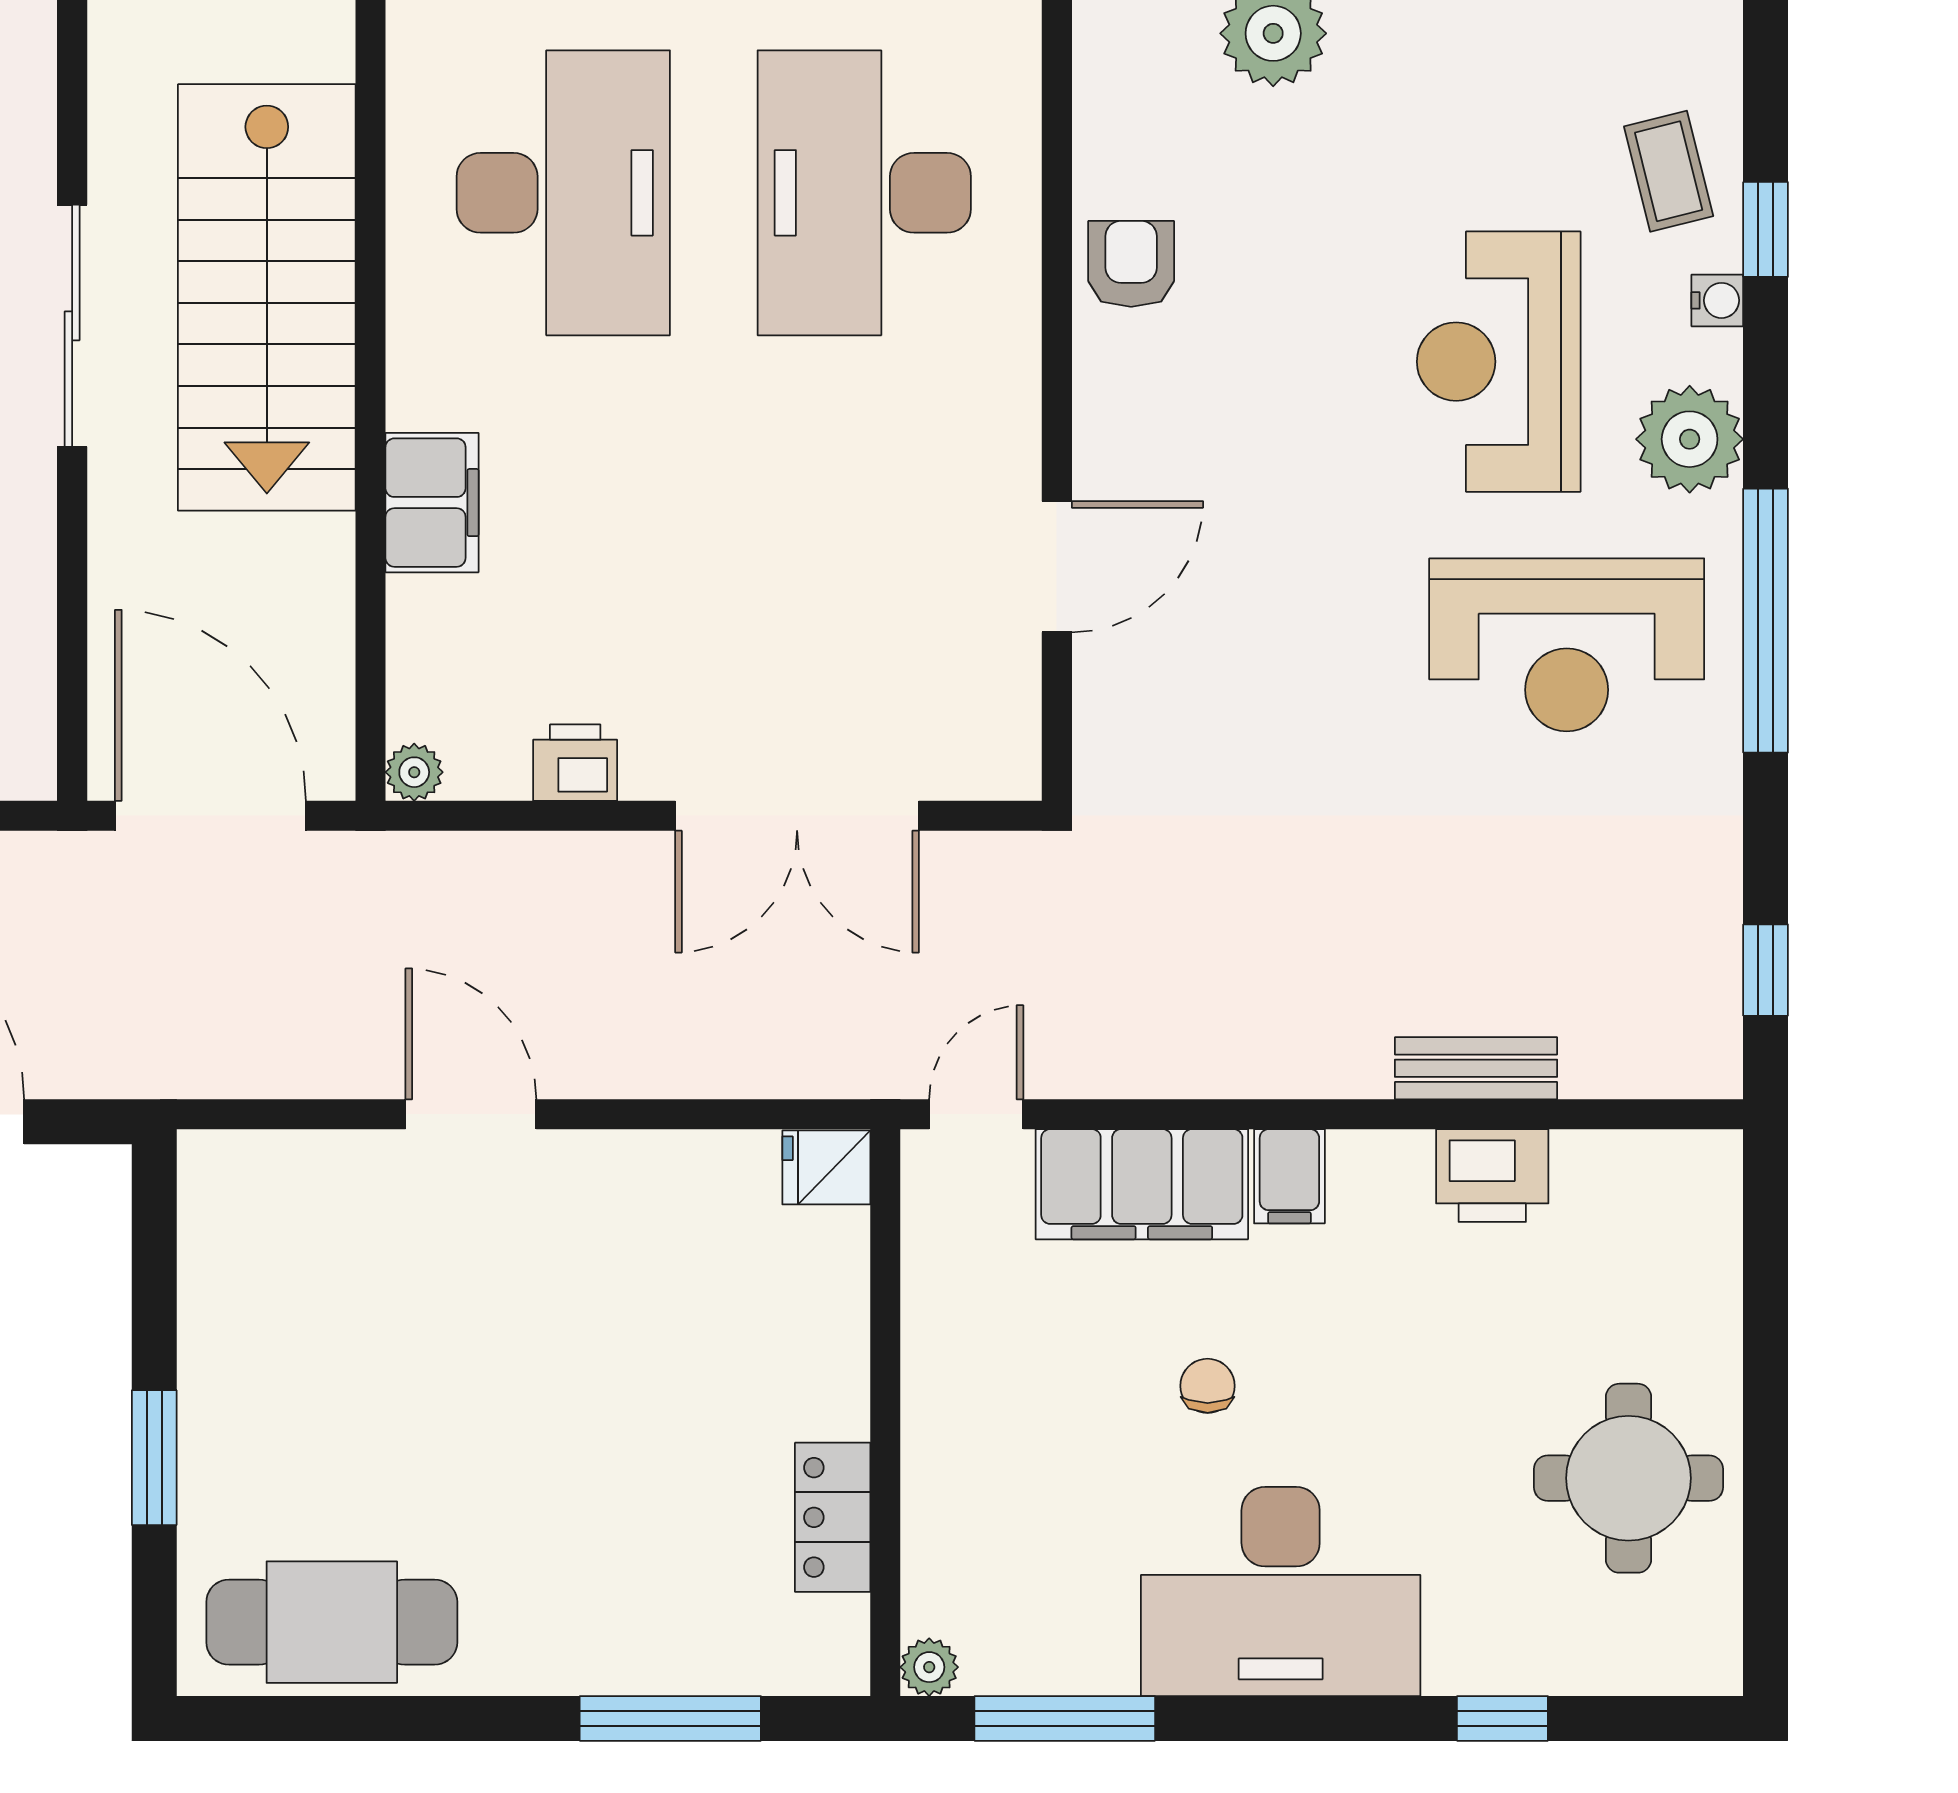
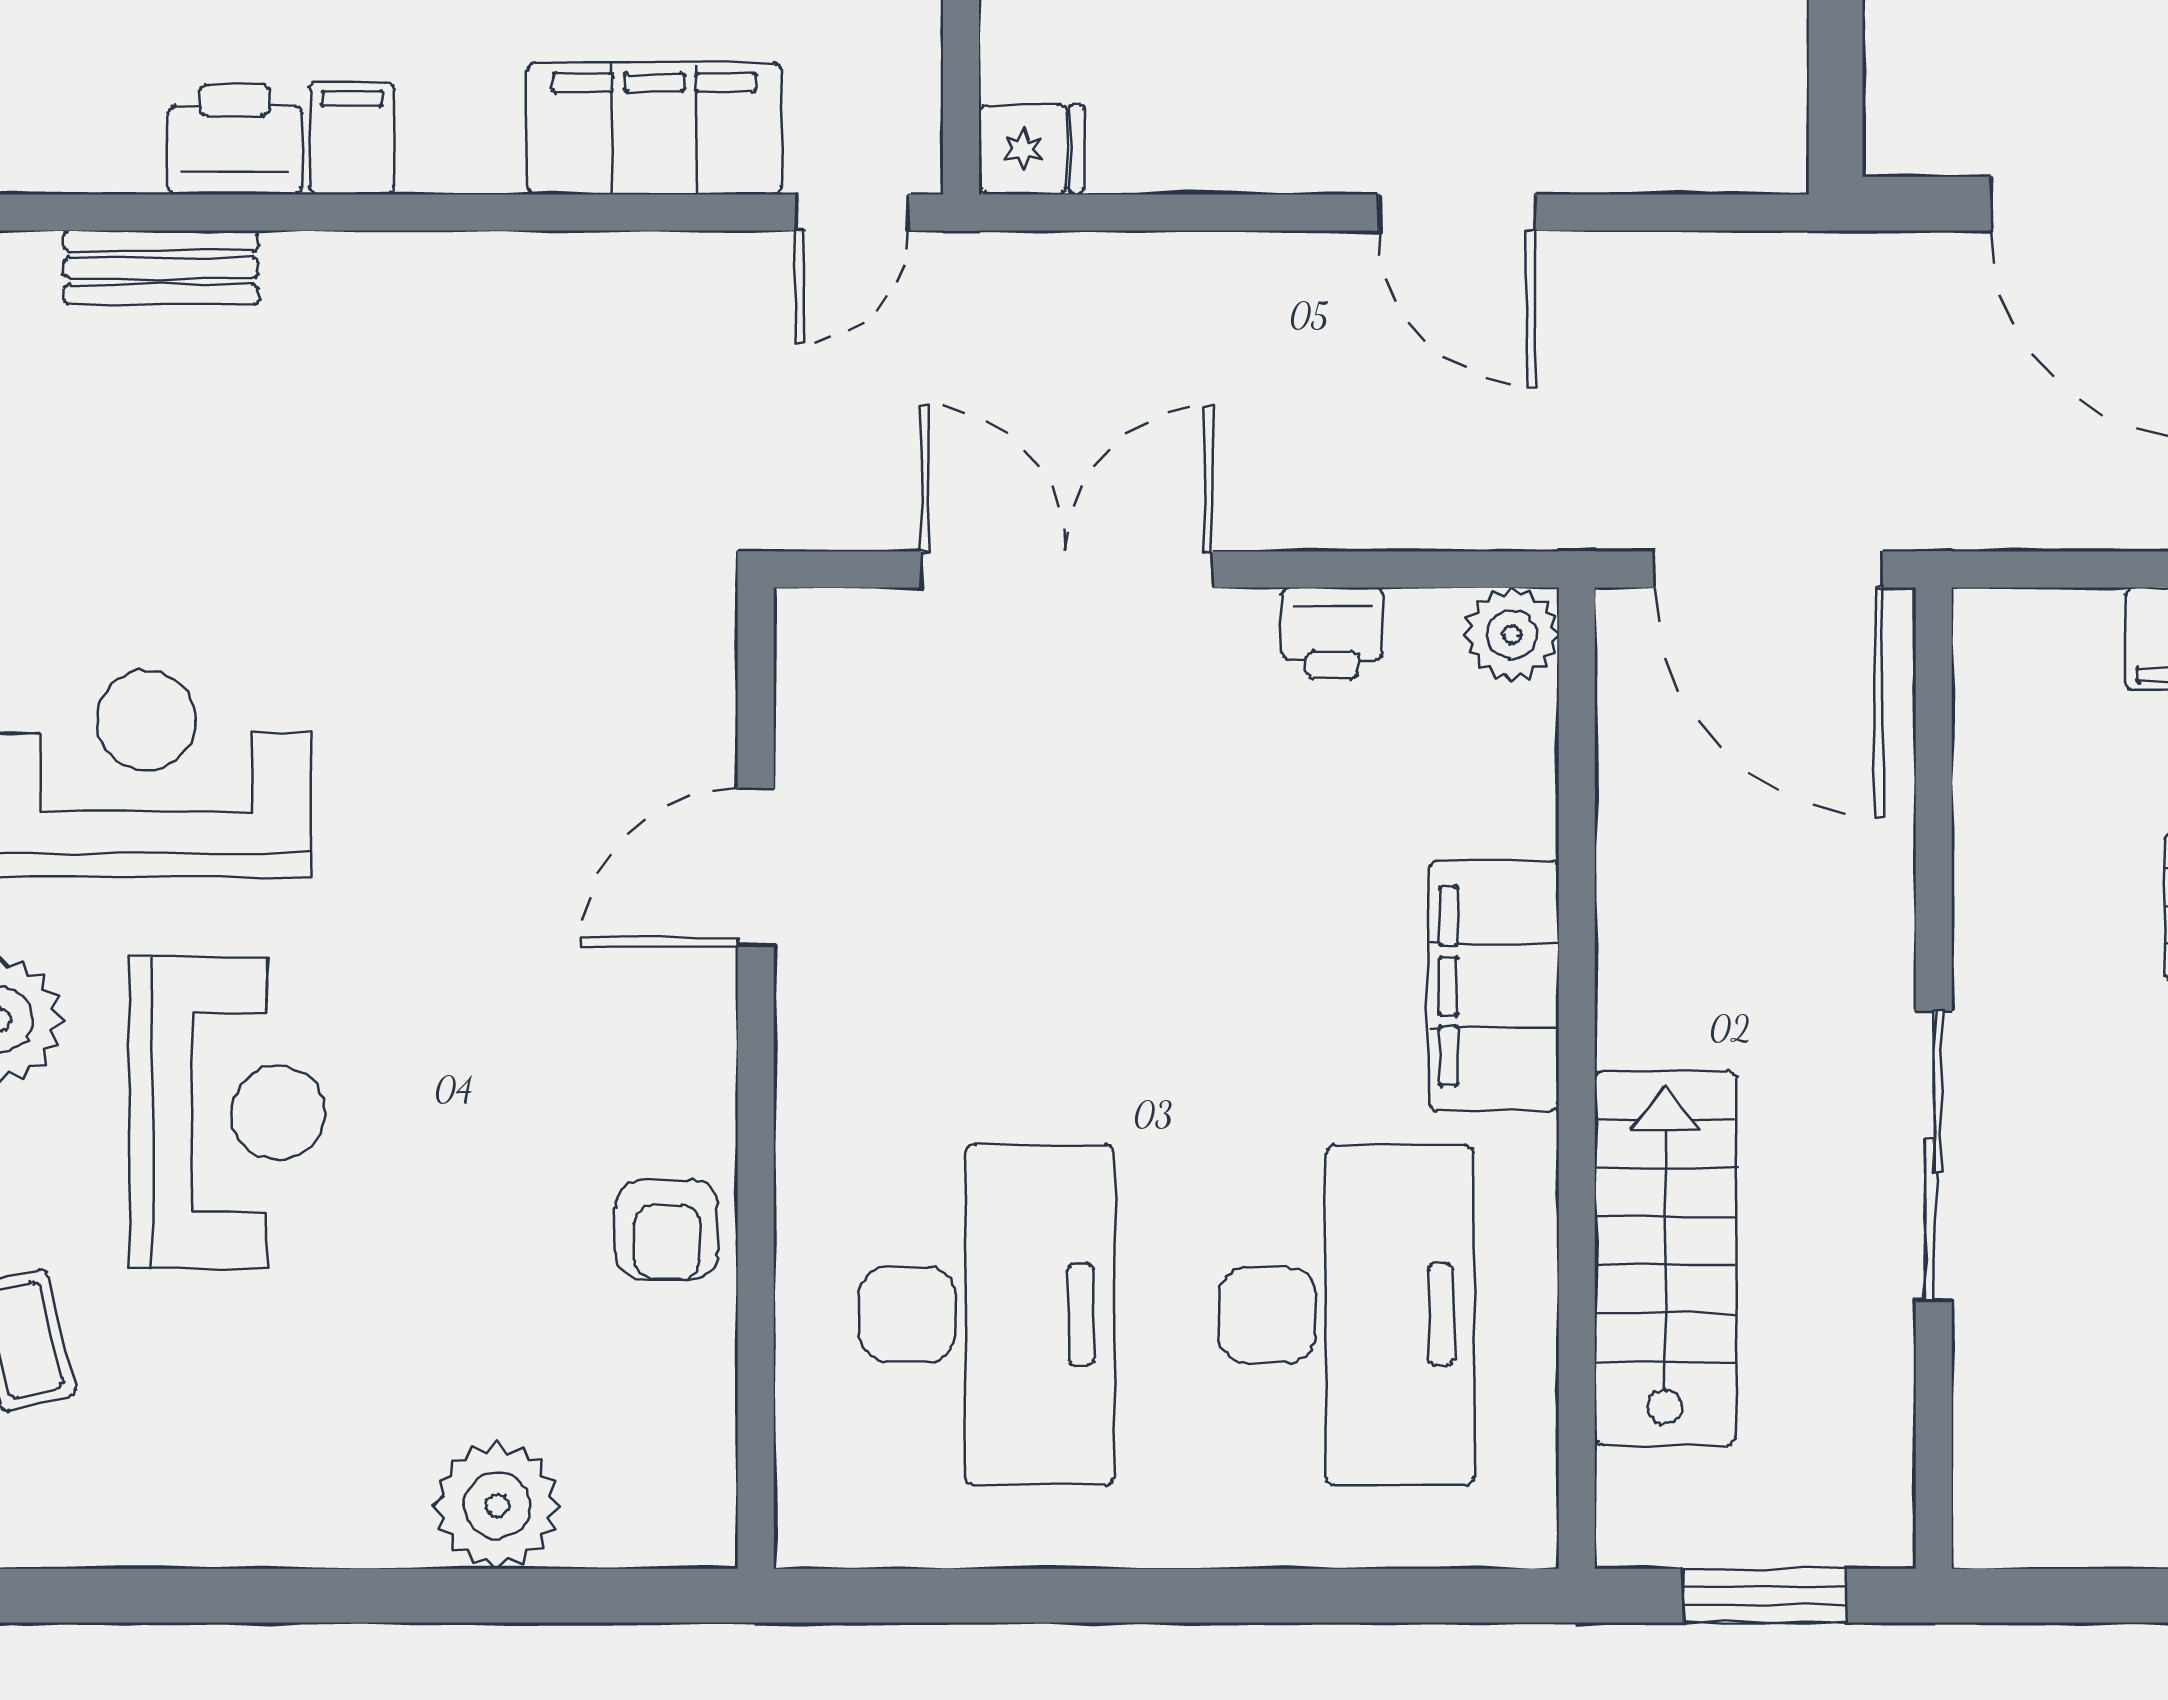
desk: (563, 193) -> (1346, 1315), turned 180
stairs: (267, 297) -> (1665, 1257), width x0.73, depth x0.66
filing cabinet: (432, 503) -> (1494, 986), width x1.50, depth x1.17
plant: (414, 772) -> (1512, 634), width x1.38, depth x1.38
bench: (1476, 1068) -> (161, 267), moved
filing cabinet: (1289, 1176) -> (352, 138), moved

